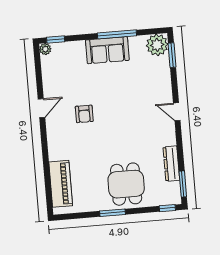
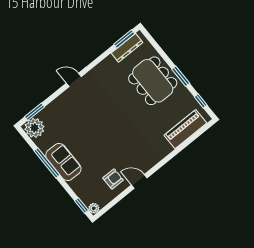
door: (177, 112) -> (74, 80), swing flipped
armchair: (84, 114) -> (113, 179), moved
dresser: (171, 164) -> (127, 48), moved
dining table: (126, 184) -> (153, 81), width x1.37
window: (167, 208) -> (201, 101), moved

